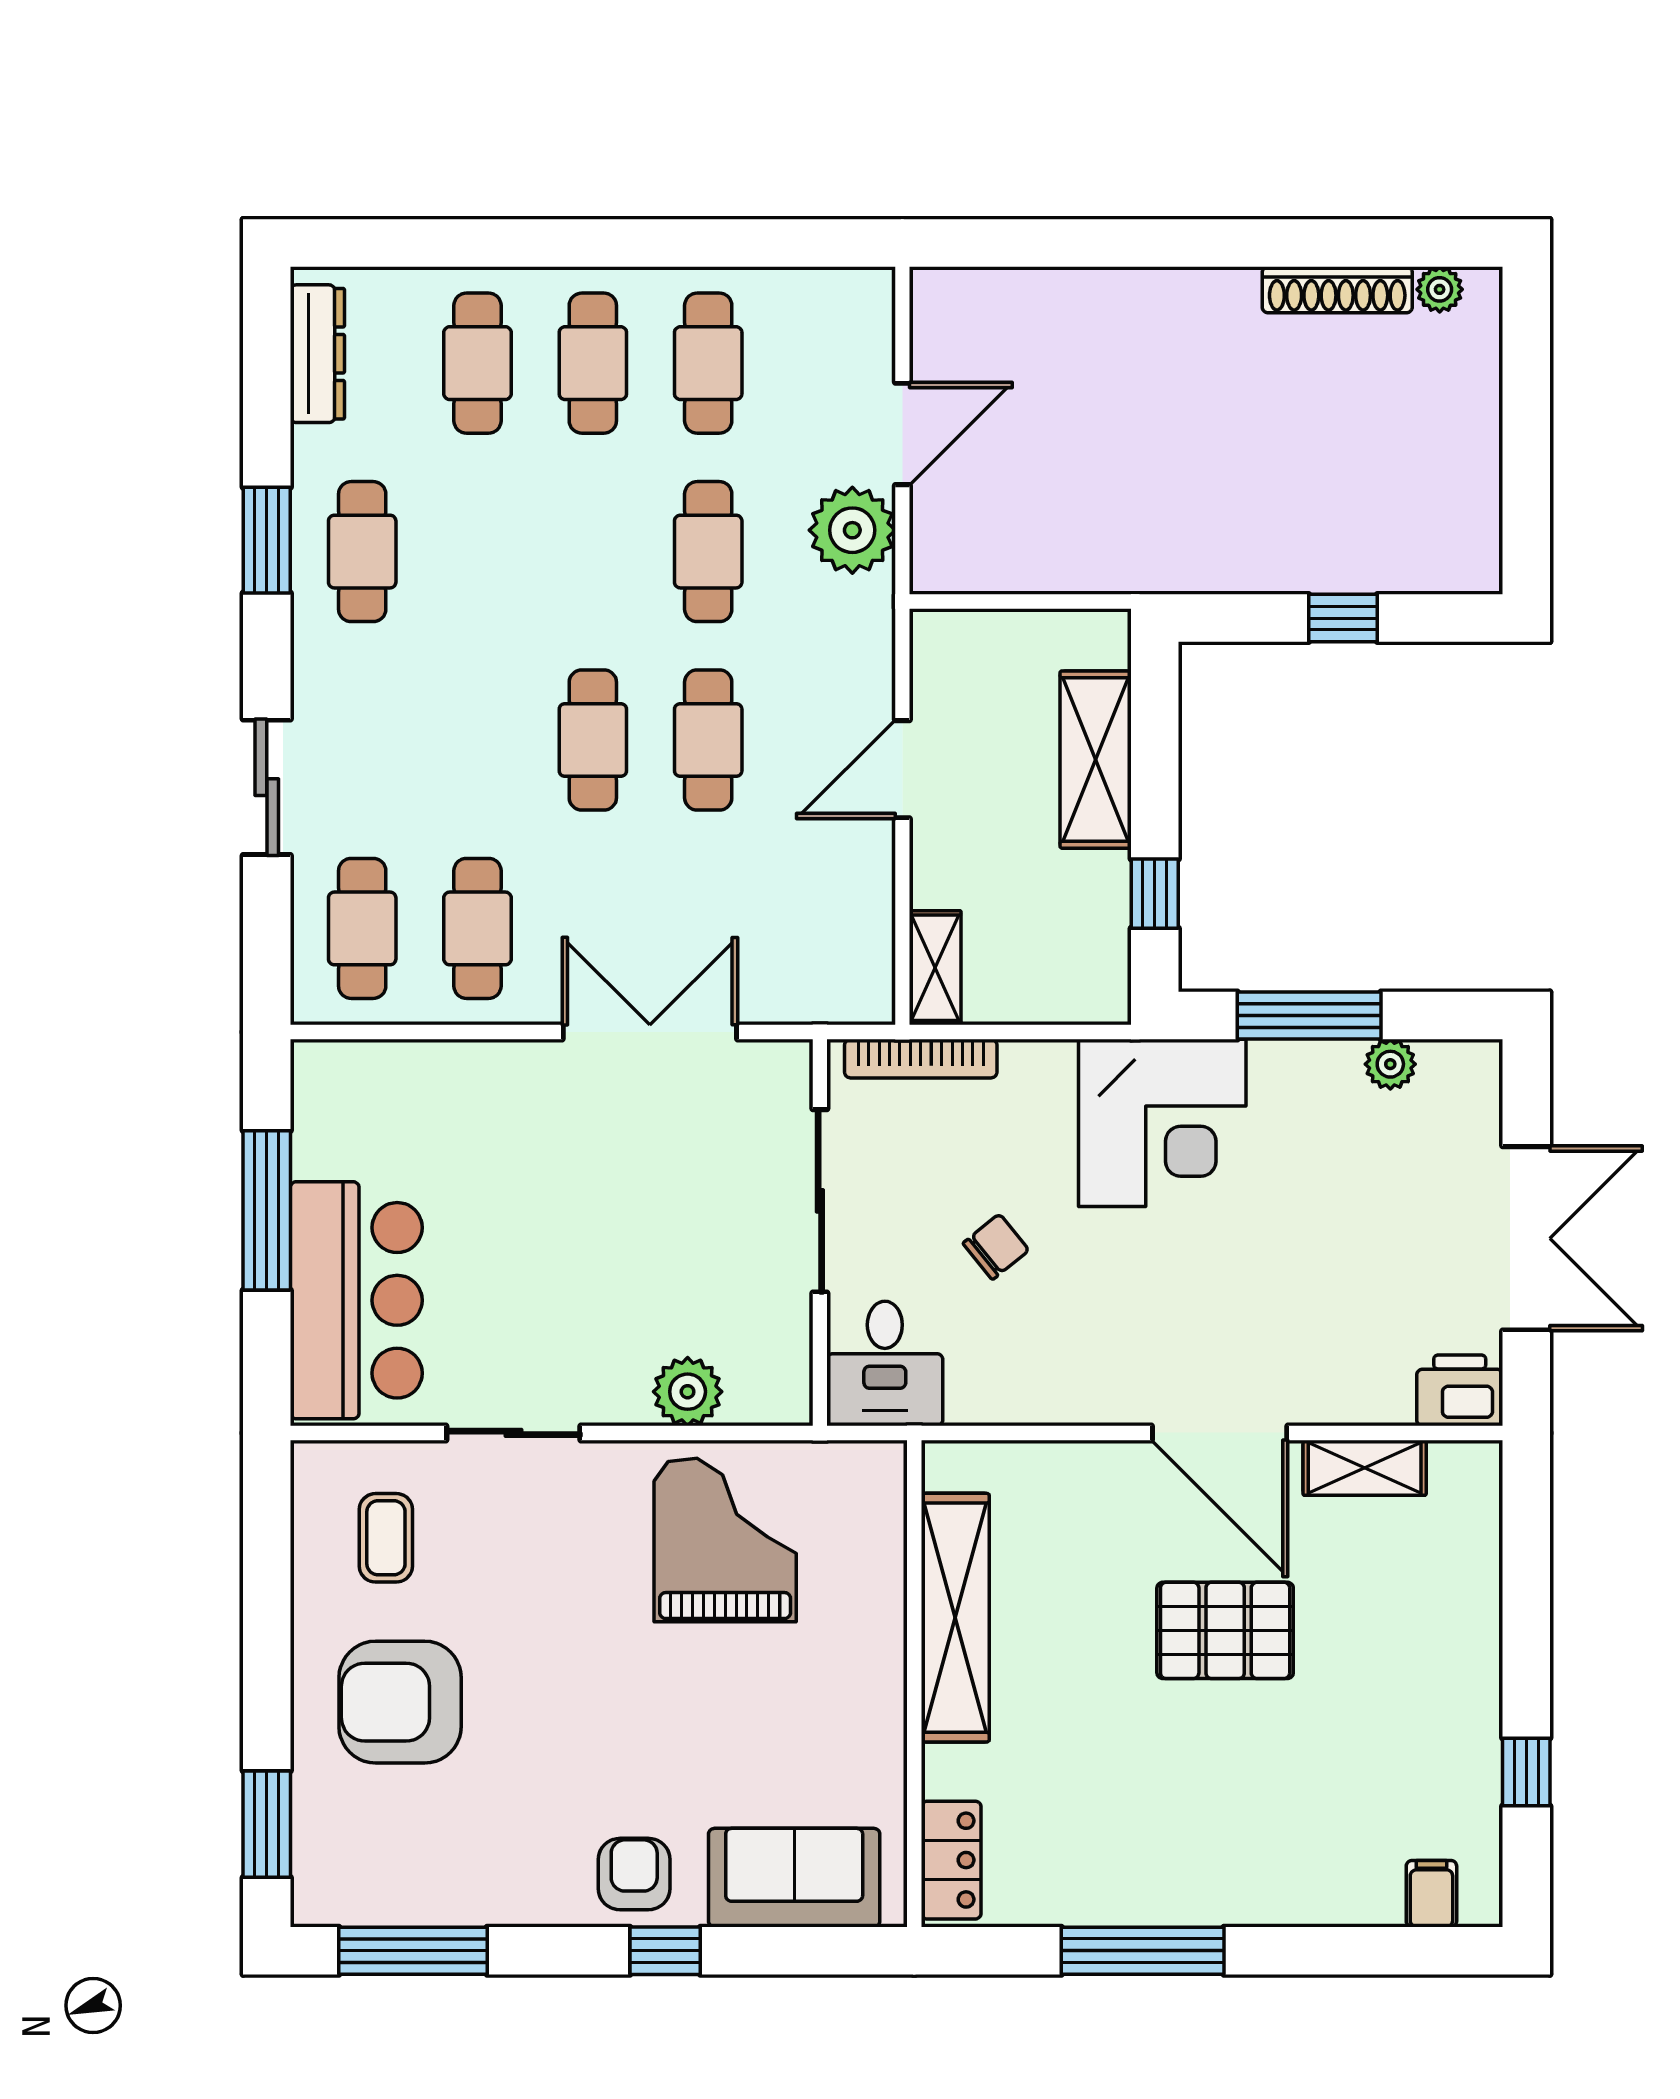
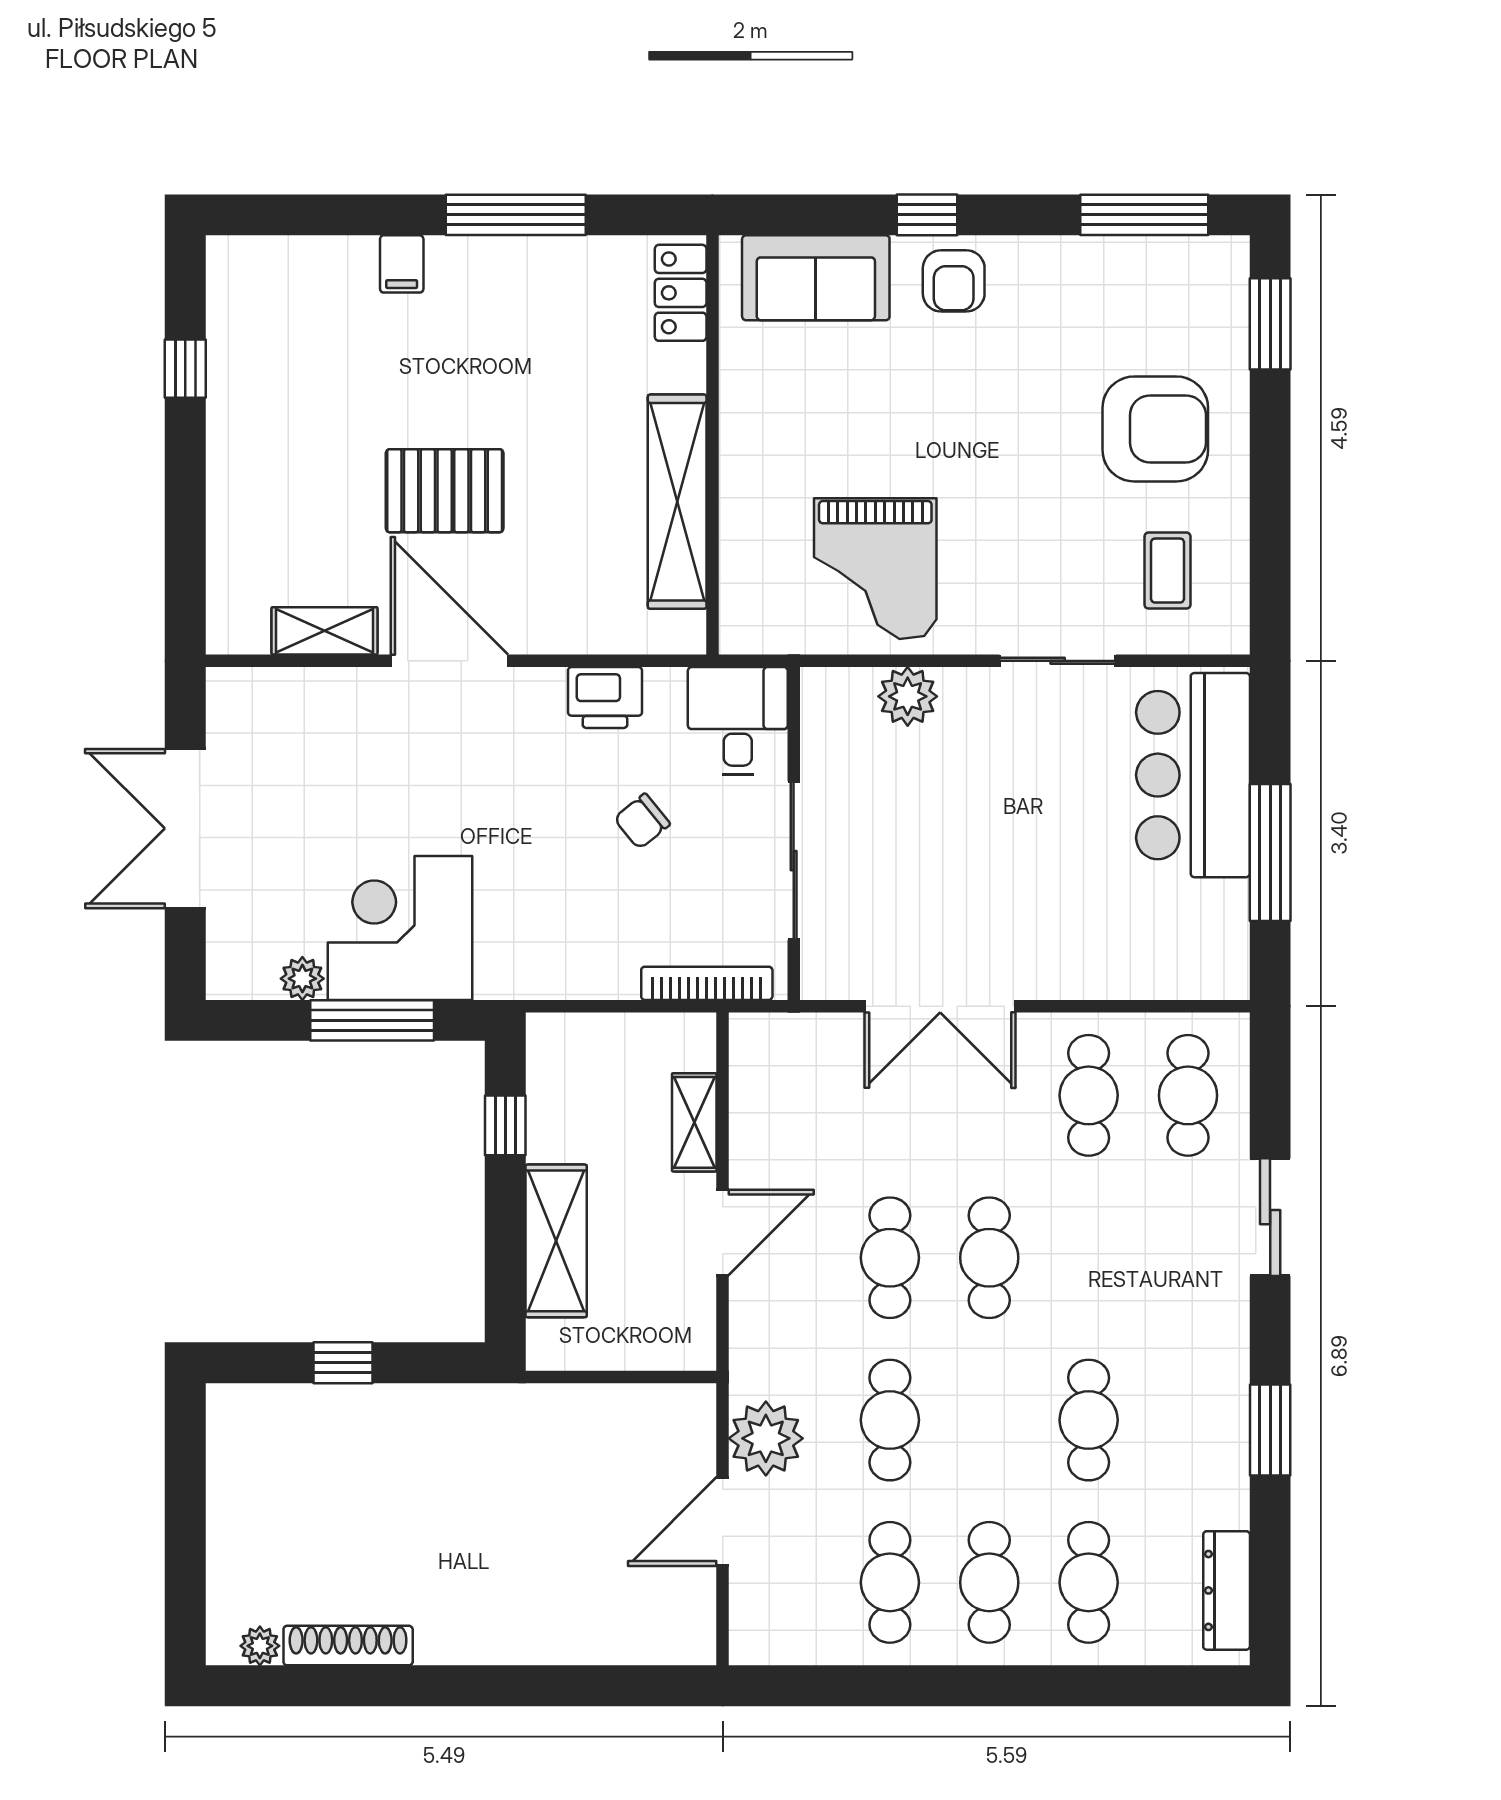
cafe table: (362, 552) -> (1089, 1420), moved
shelving: (935, 968) -> (694, 1122), moved
corner desk: (1162, 1123) -> (400, 928), moved
printer: (1460, 1390) -> (605, 697), moved
filing cabinet: (1431, 1894) -> (402, 264), moved

